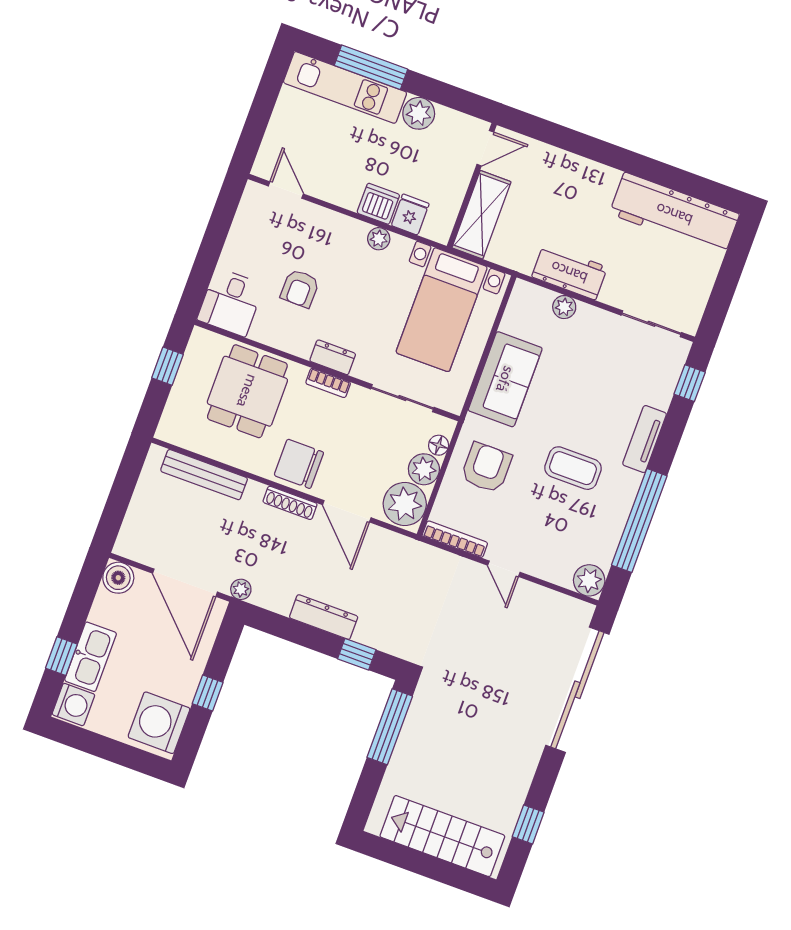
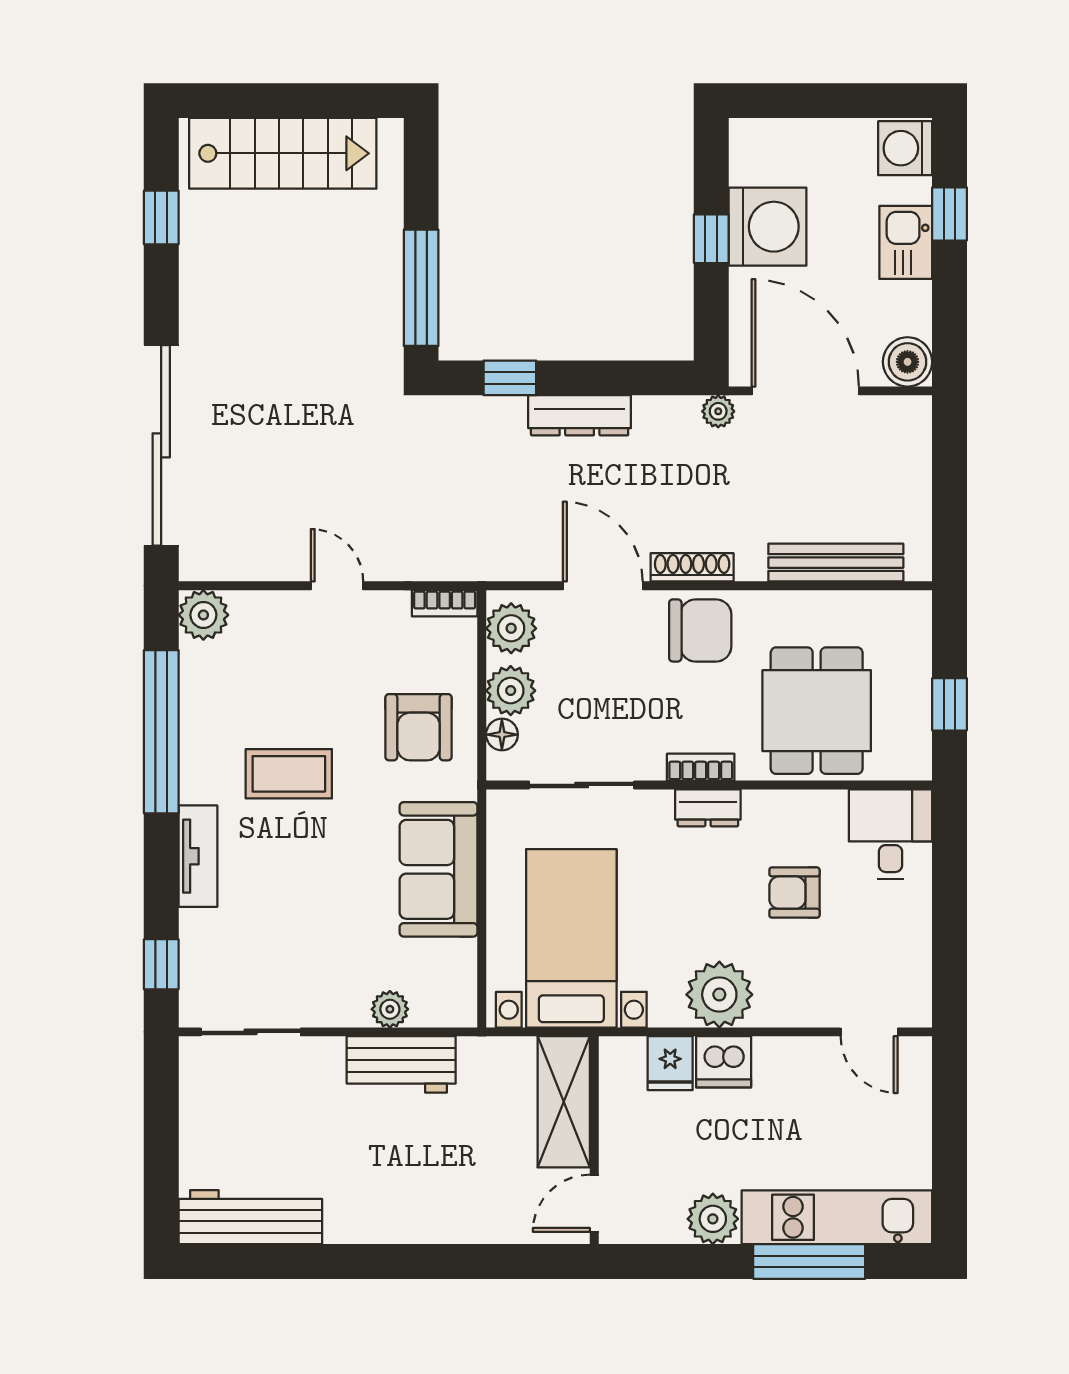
workbench: (674, 214) -> (250, 1217), width x0.73, depth x0.76
plant: (379, 239) -> (719, 995), width x1.87, depth x1.87
armchair: (300, 288) -> (794, 893), turned -91
plant: (405, 504) -> (511, 628), width x0.73, depth x0.73
bookcase: (455, 539) -> (445, 603), width x0.64
kitchen sink: (91, 657) -> (906, 242), width x0.73
washing machine: (159, 723) -> (768, 227), moved

